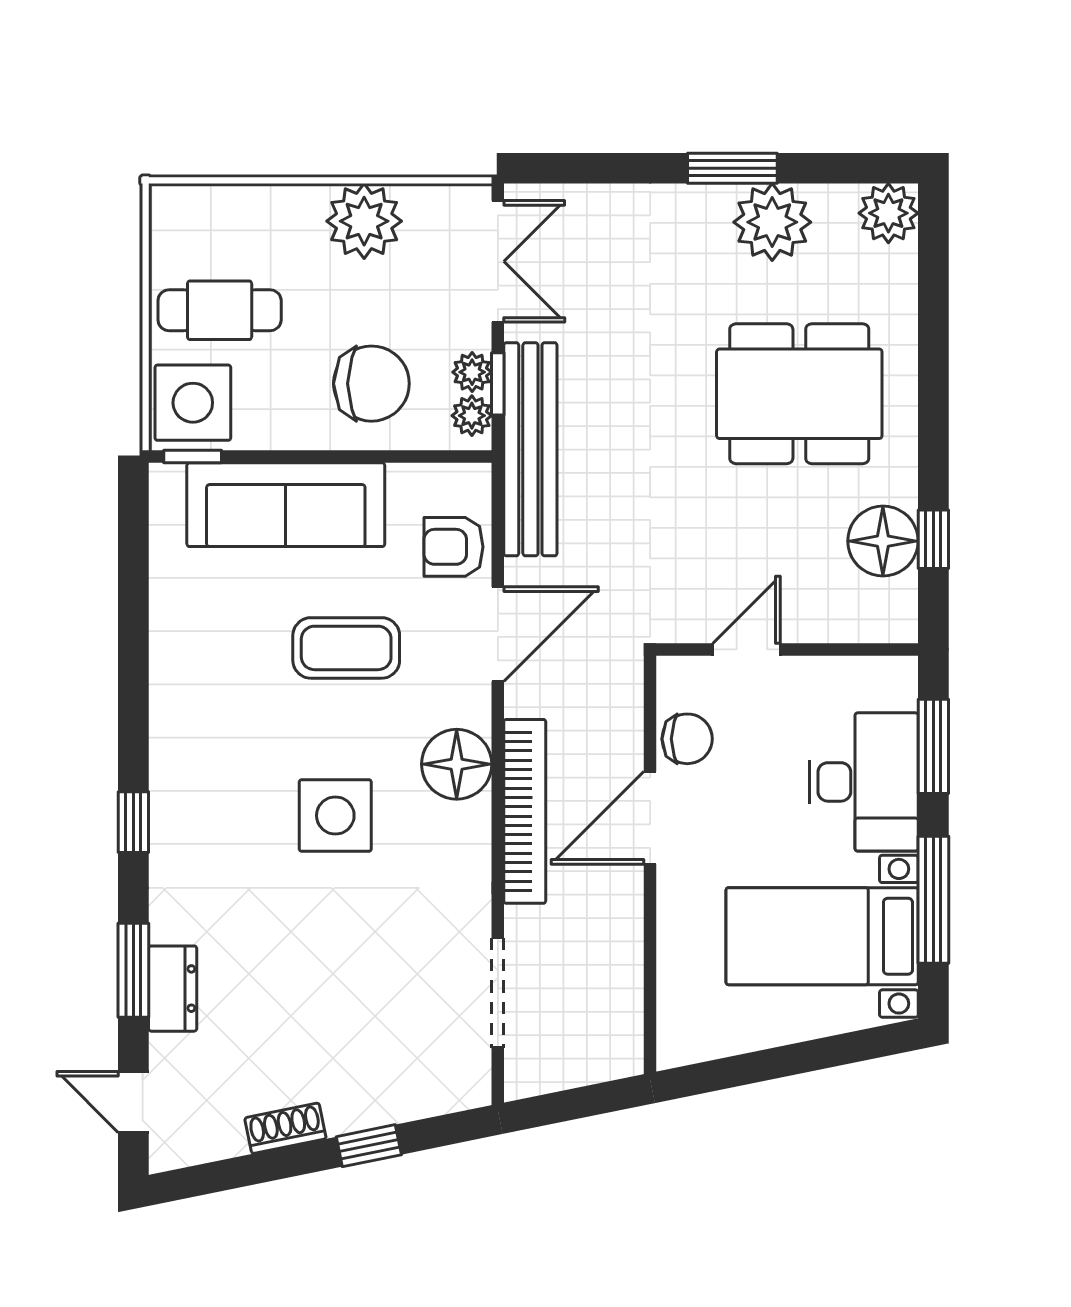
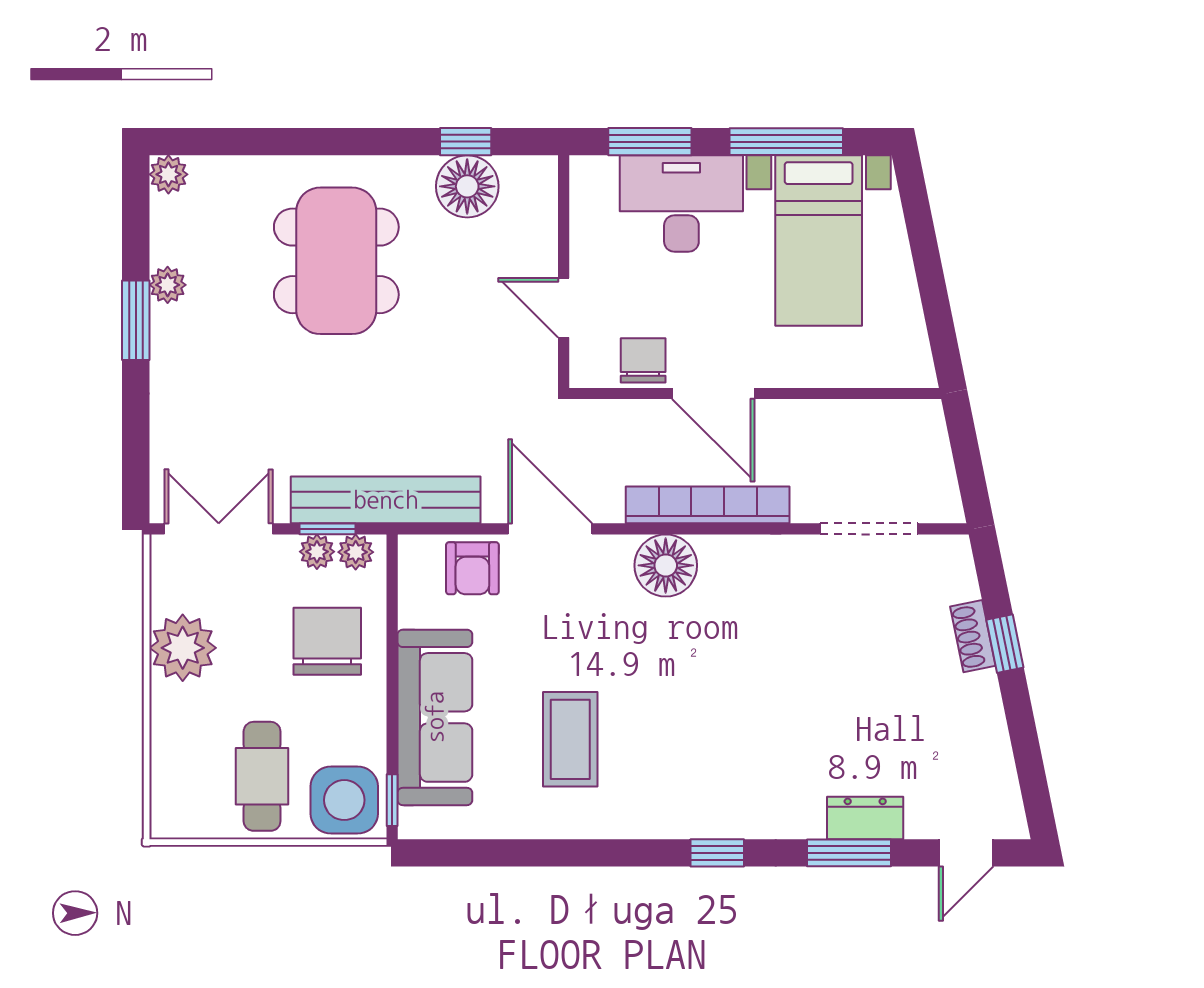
plant: (888, 213) -> (168, 174), width x0.73, depth x0.73
plant: (772, 222) -> (168, 285), width x0.53, depth x0.53
coffee table: (346, 648) -> (570, 739), moved
side table: (335, 815) -> (711, 673), removed
shoe rack: (285, 1128) -> (973, 636), moved

